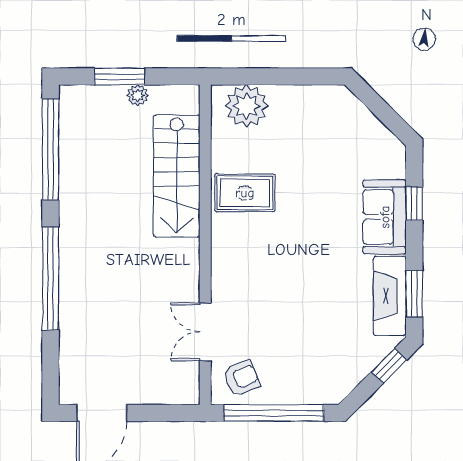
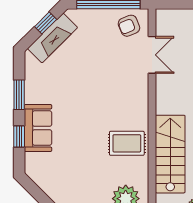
window: (414, 294) -> (19, 95), moved
fireplace: (390, 296) -> (52, 38), moved, turned 45
window: (389, 366) -> (46, 23), moved

